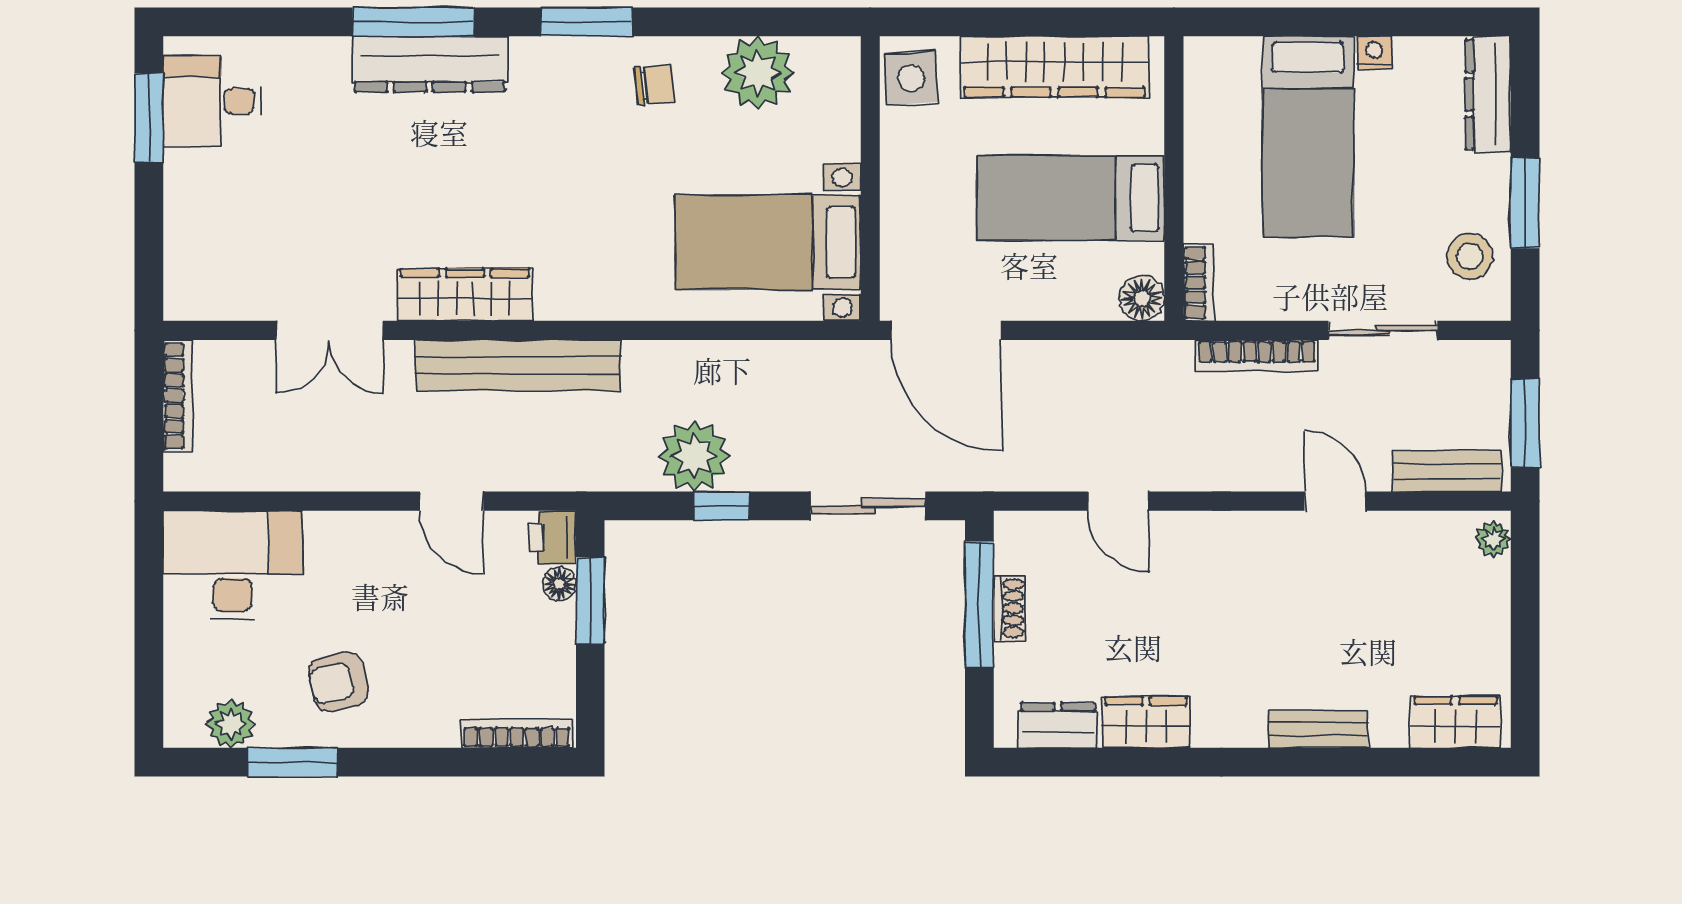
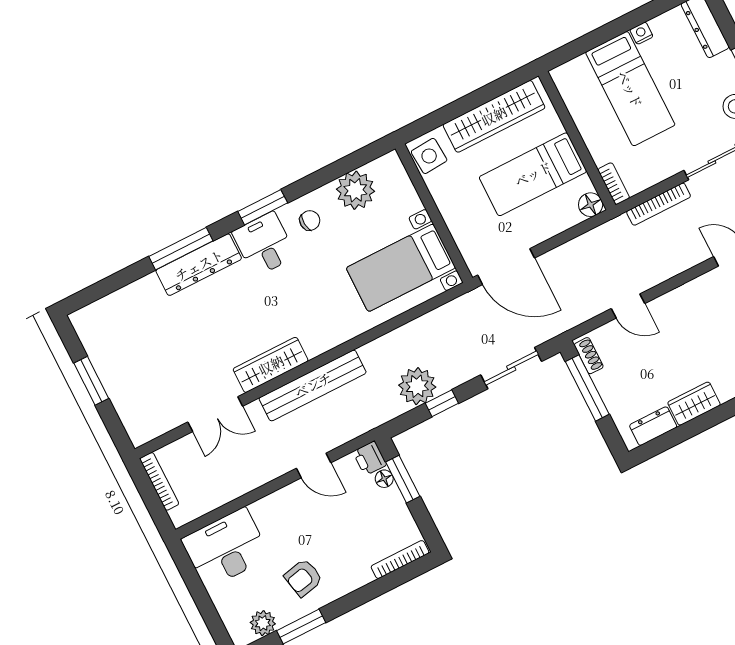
desk: (213, 101) -> (264, 244), moved, turned 90
window: (149, 118) -> (91, 381), moved
shoe rack: (1009, 608) -> (589, 356), moved

